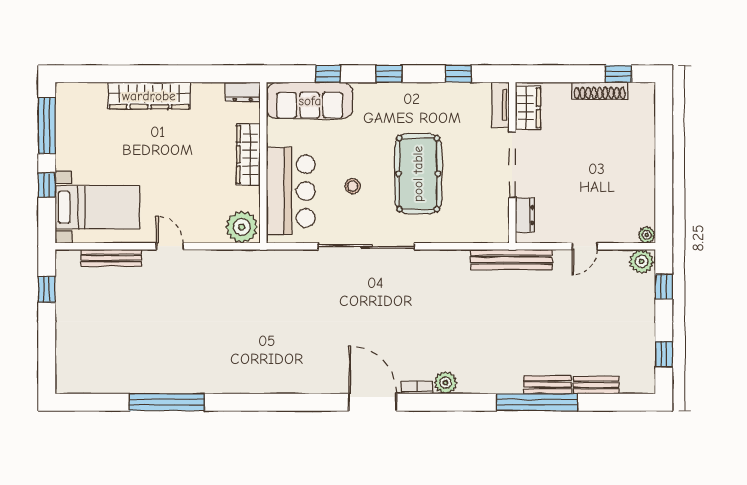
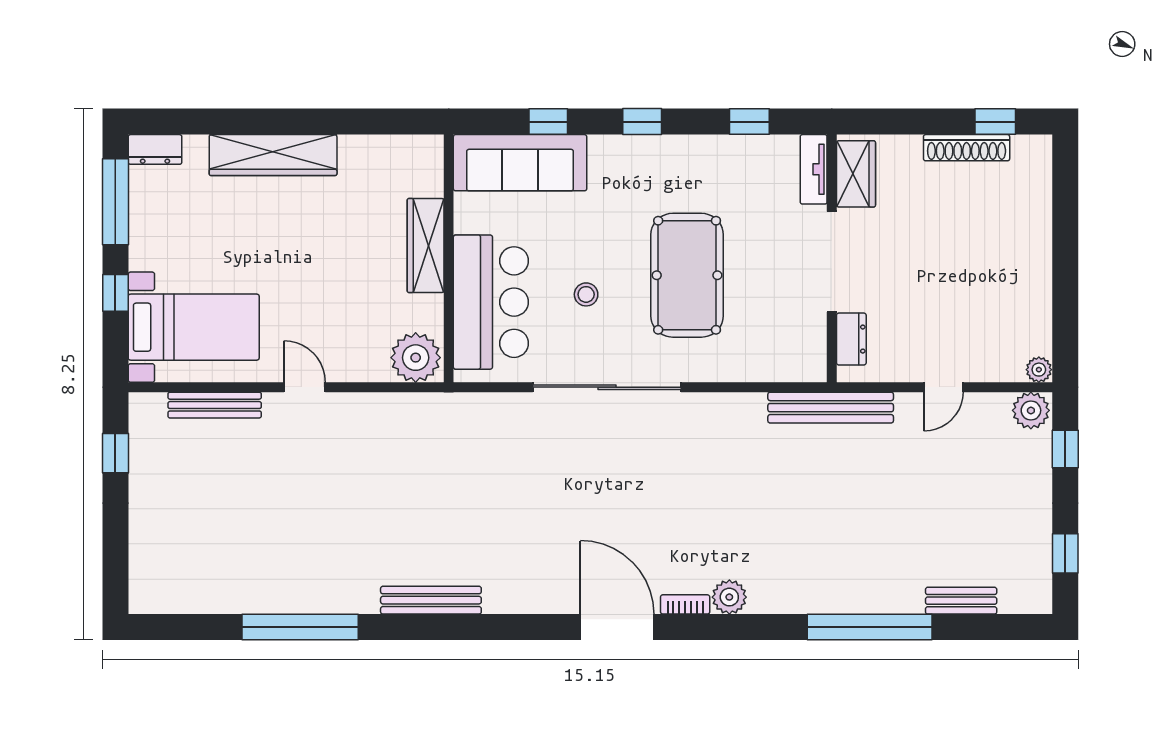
dresser: (243, 92) -> (155, 149), moved
bench: (548, 385) -> (431, 600), moved, width x1.36

